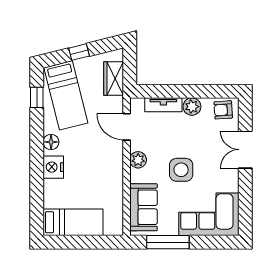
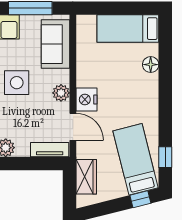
window: (79, 52) -> (140, 199), moved
tv unit: (163, 105) -> (50, 150), moved
floor lamp: (51, 142) -> (151, 65), moved
nightstand: (53, 167) -> (86, 100), moved, turned 180

